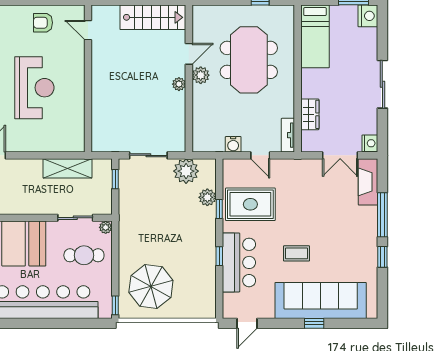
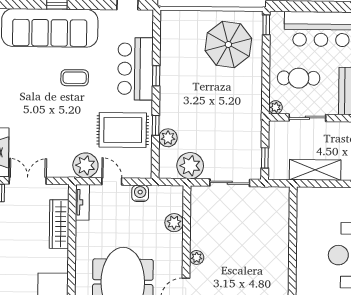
plant: (201, 75) -> (174, 223), moved
wardrobe: (310, 114) -> (59, 224), width x1.50
plant: (285, 170) -> (85, 165), added

